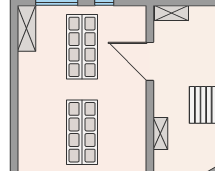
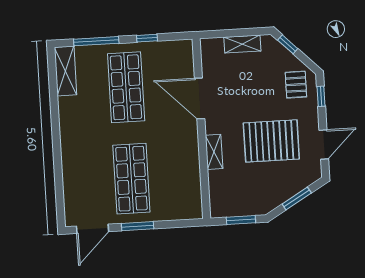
shelving: (172, 13) -> (242, 44), moved
shelving: (160, 133) -> (214, 152), moved

